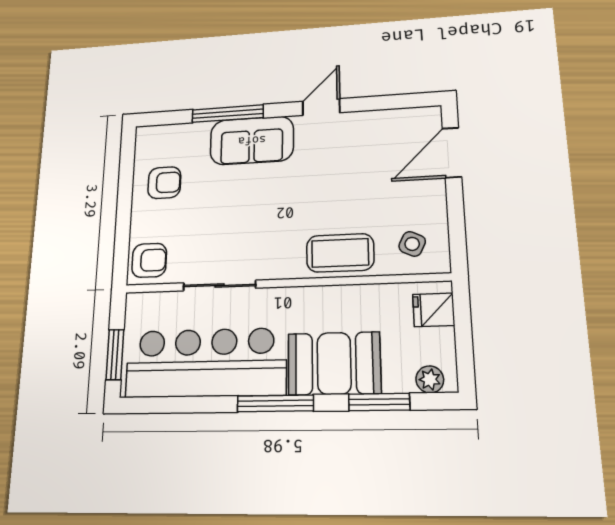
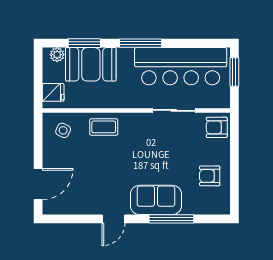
coffee table: (340, 253) -> (104, 127), width x0.73, depth x0.77
booth: (334, 363) -> (91, 64), moved

